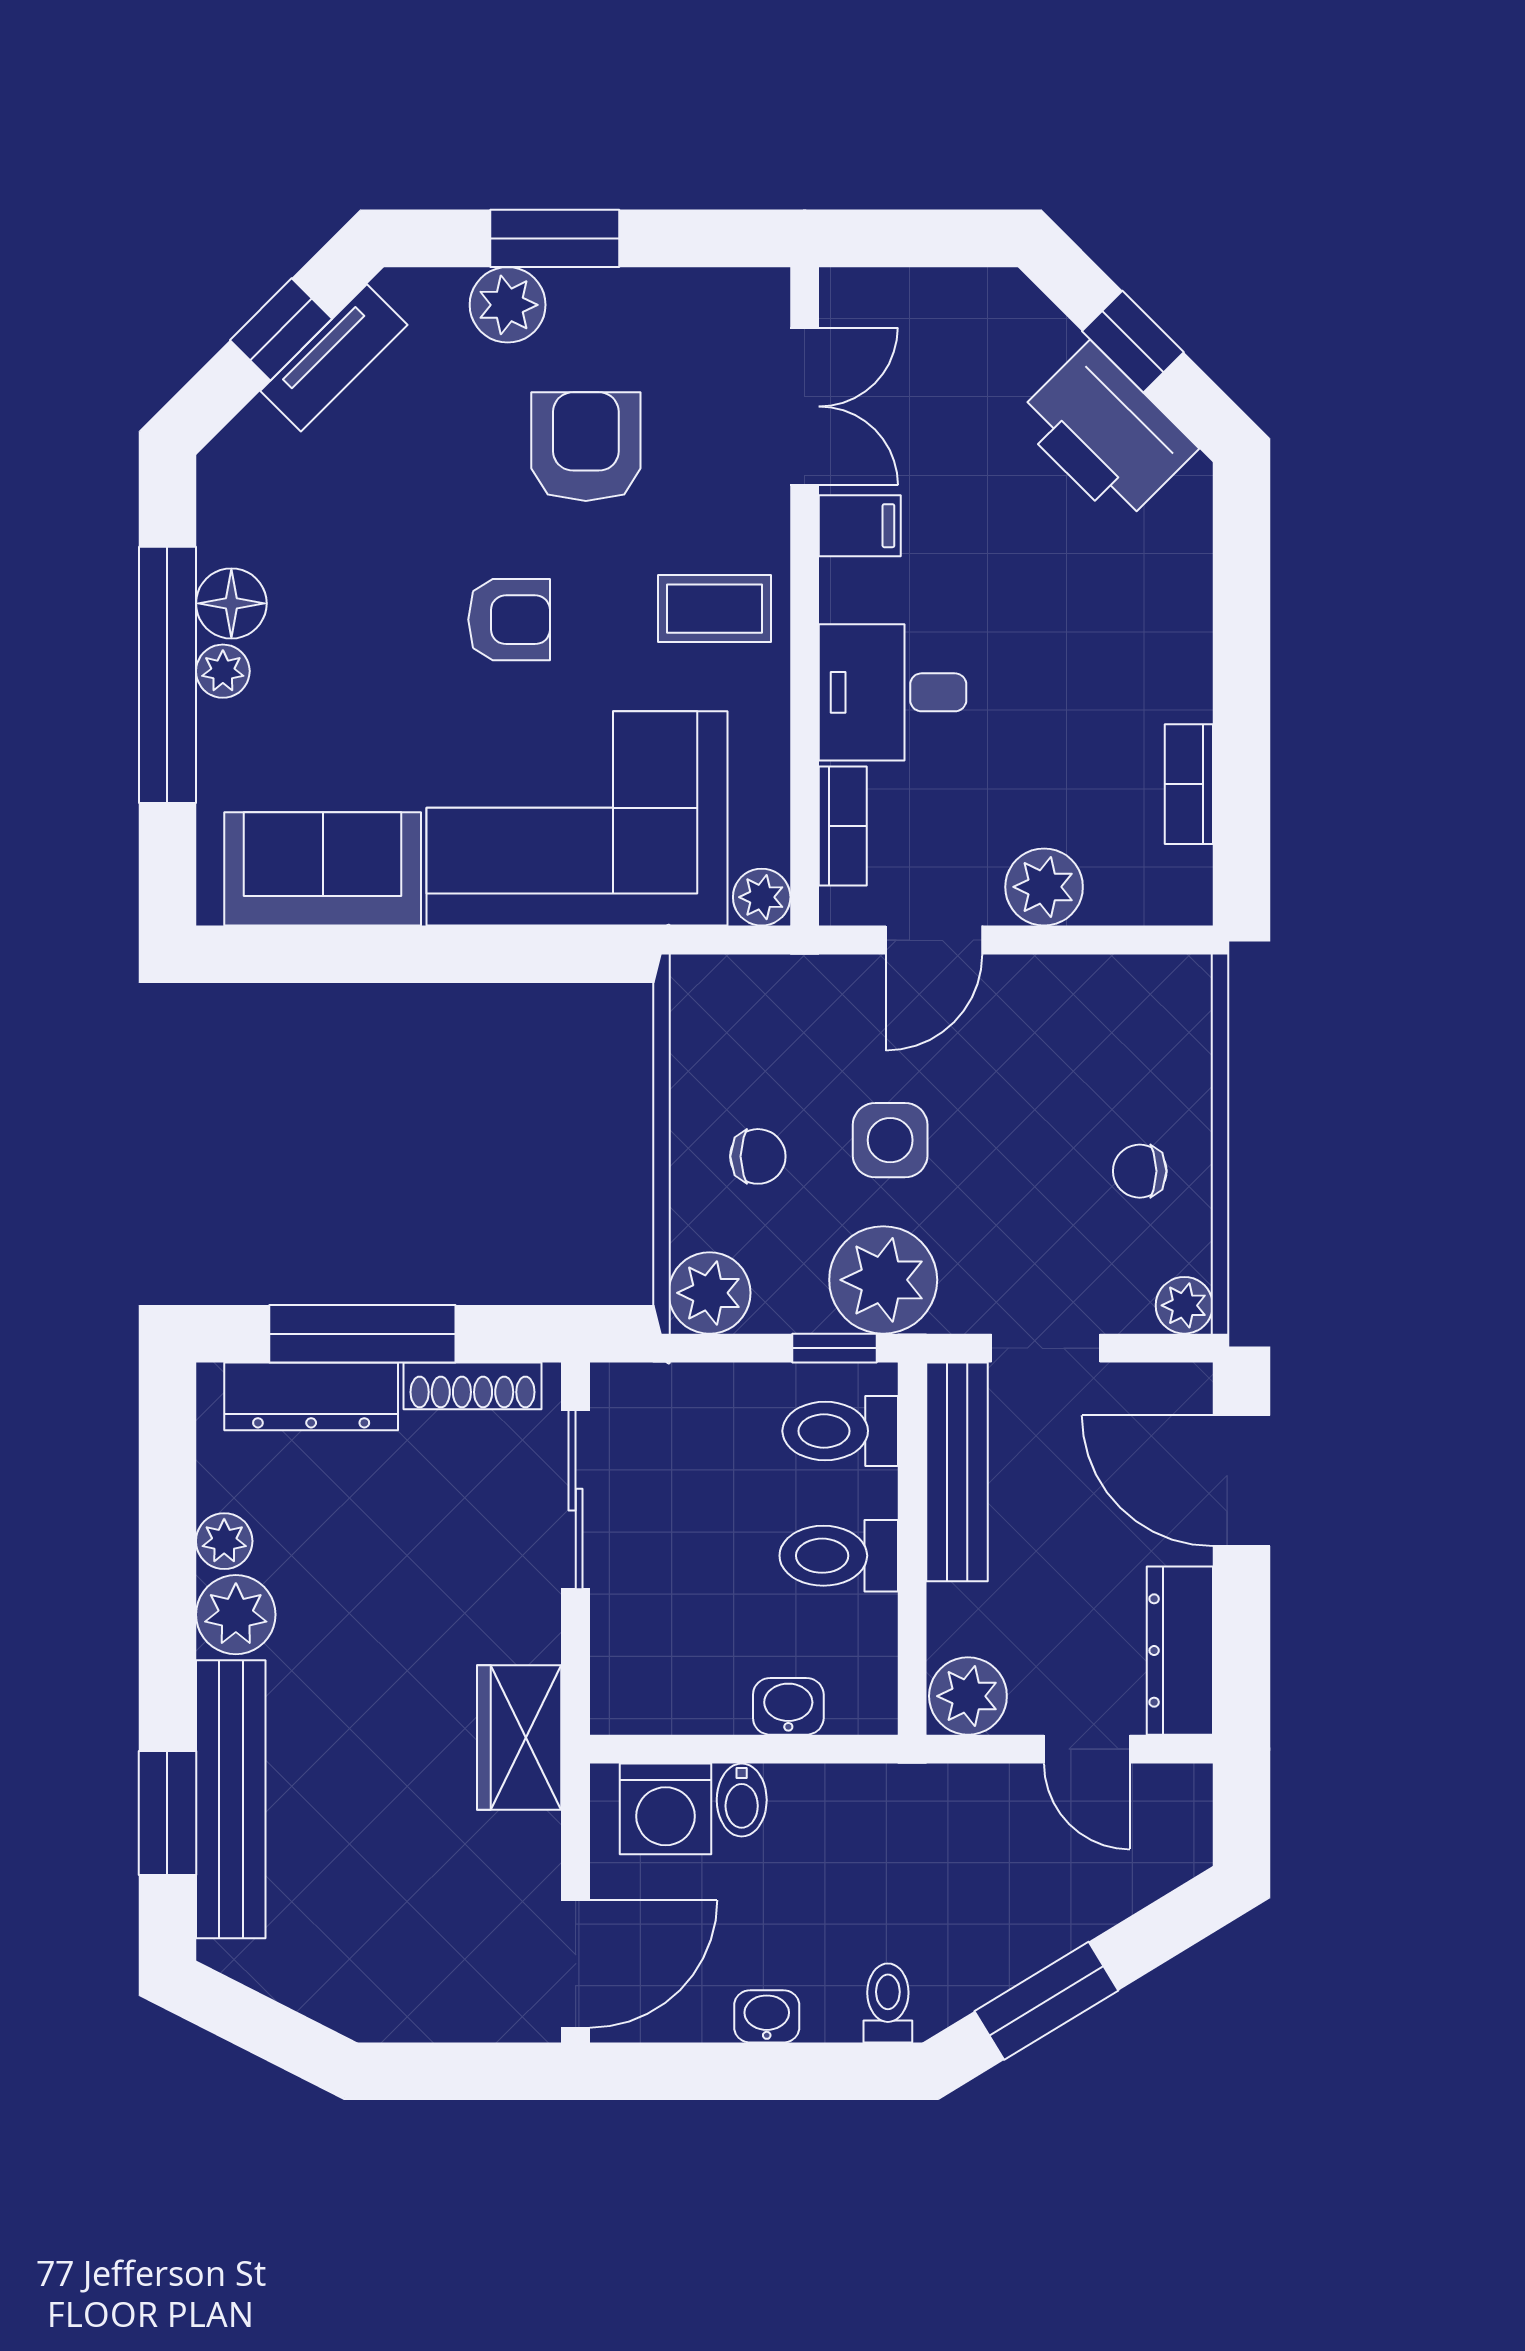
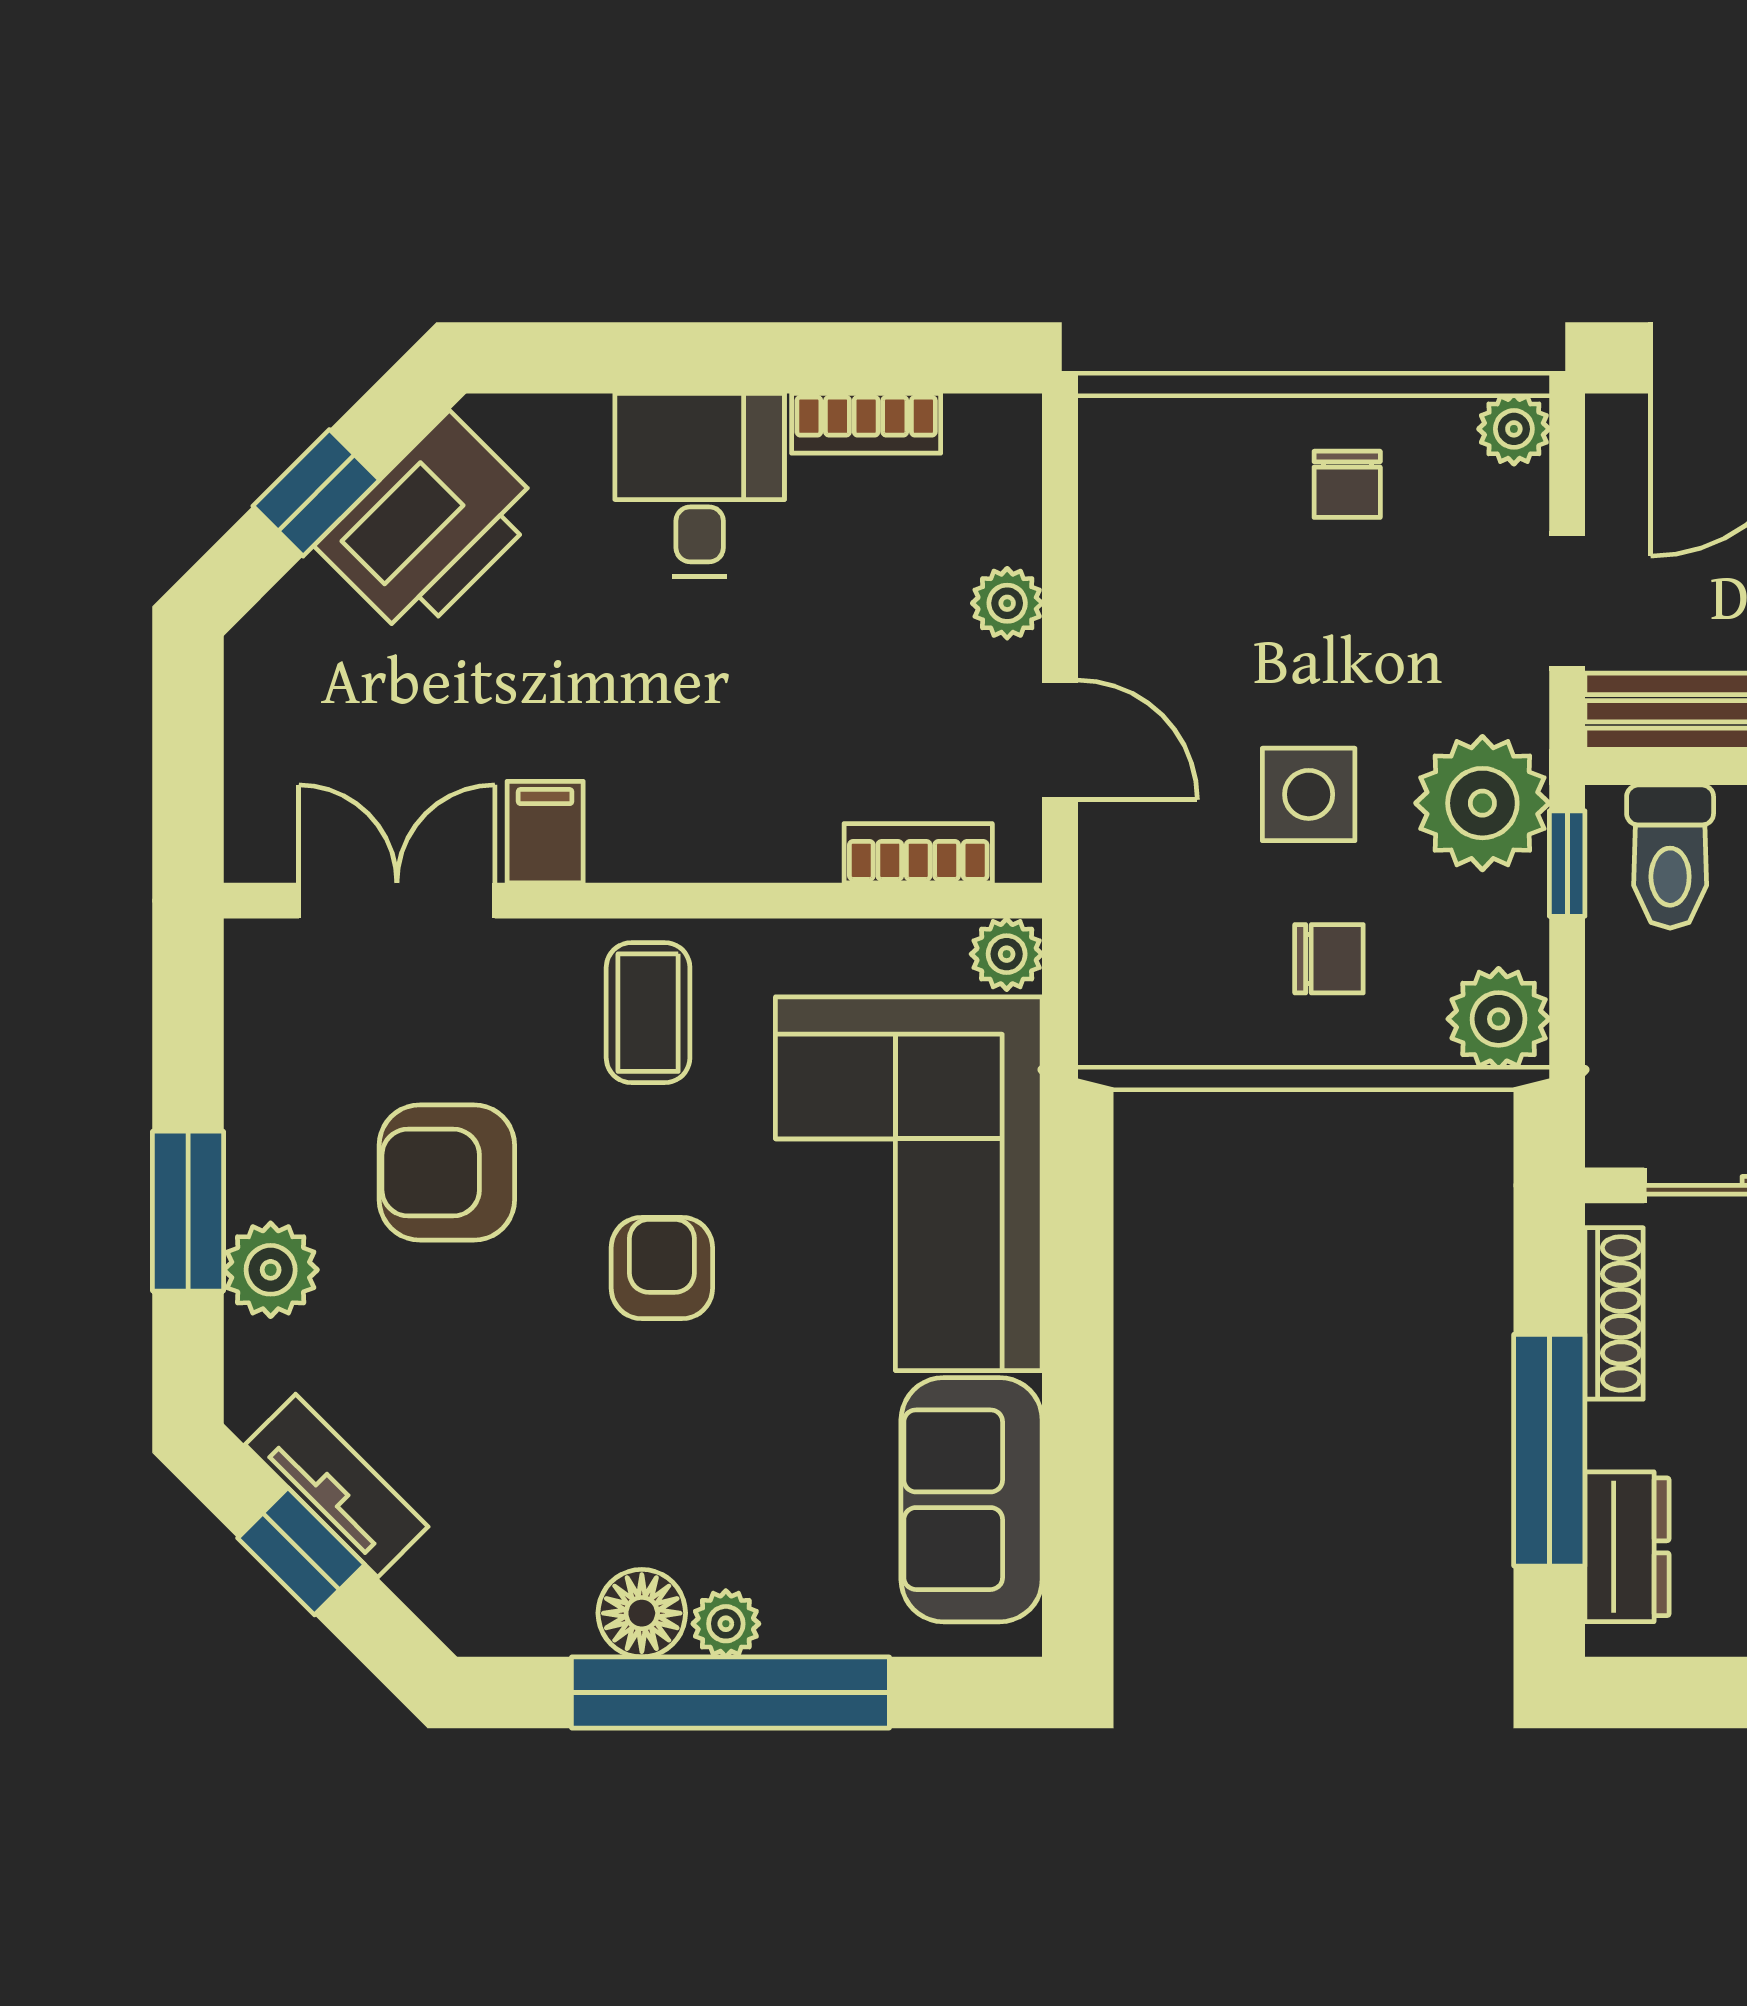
desk: (893, 692) -> (700, 485), moved, turned 180
plant: (1044, 887) -> (1007, 603), width x0.73, depth x0.73
chair: (758, 1156) -> (1329, 959), turned 90
dresser: (311, 1396) -> (1627, 1547), width x0.70

